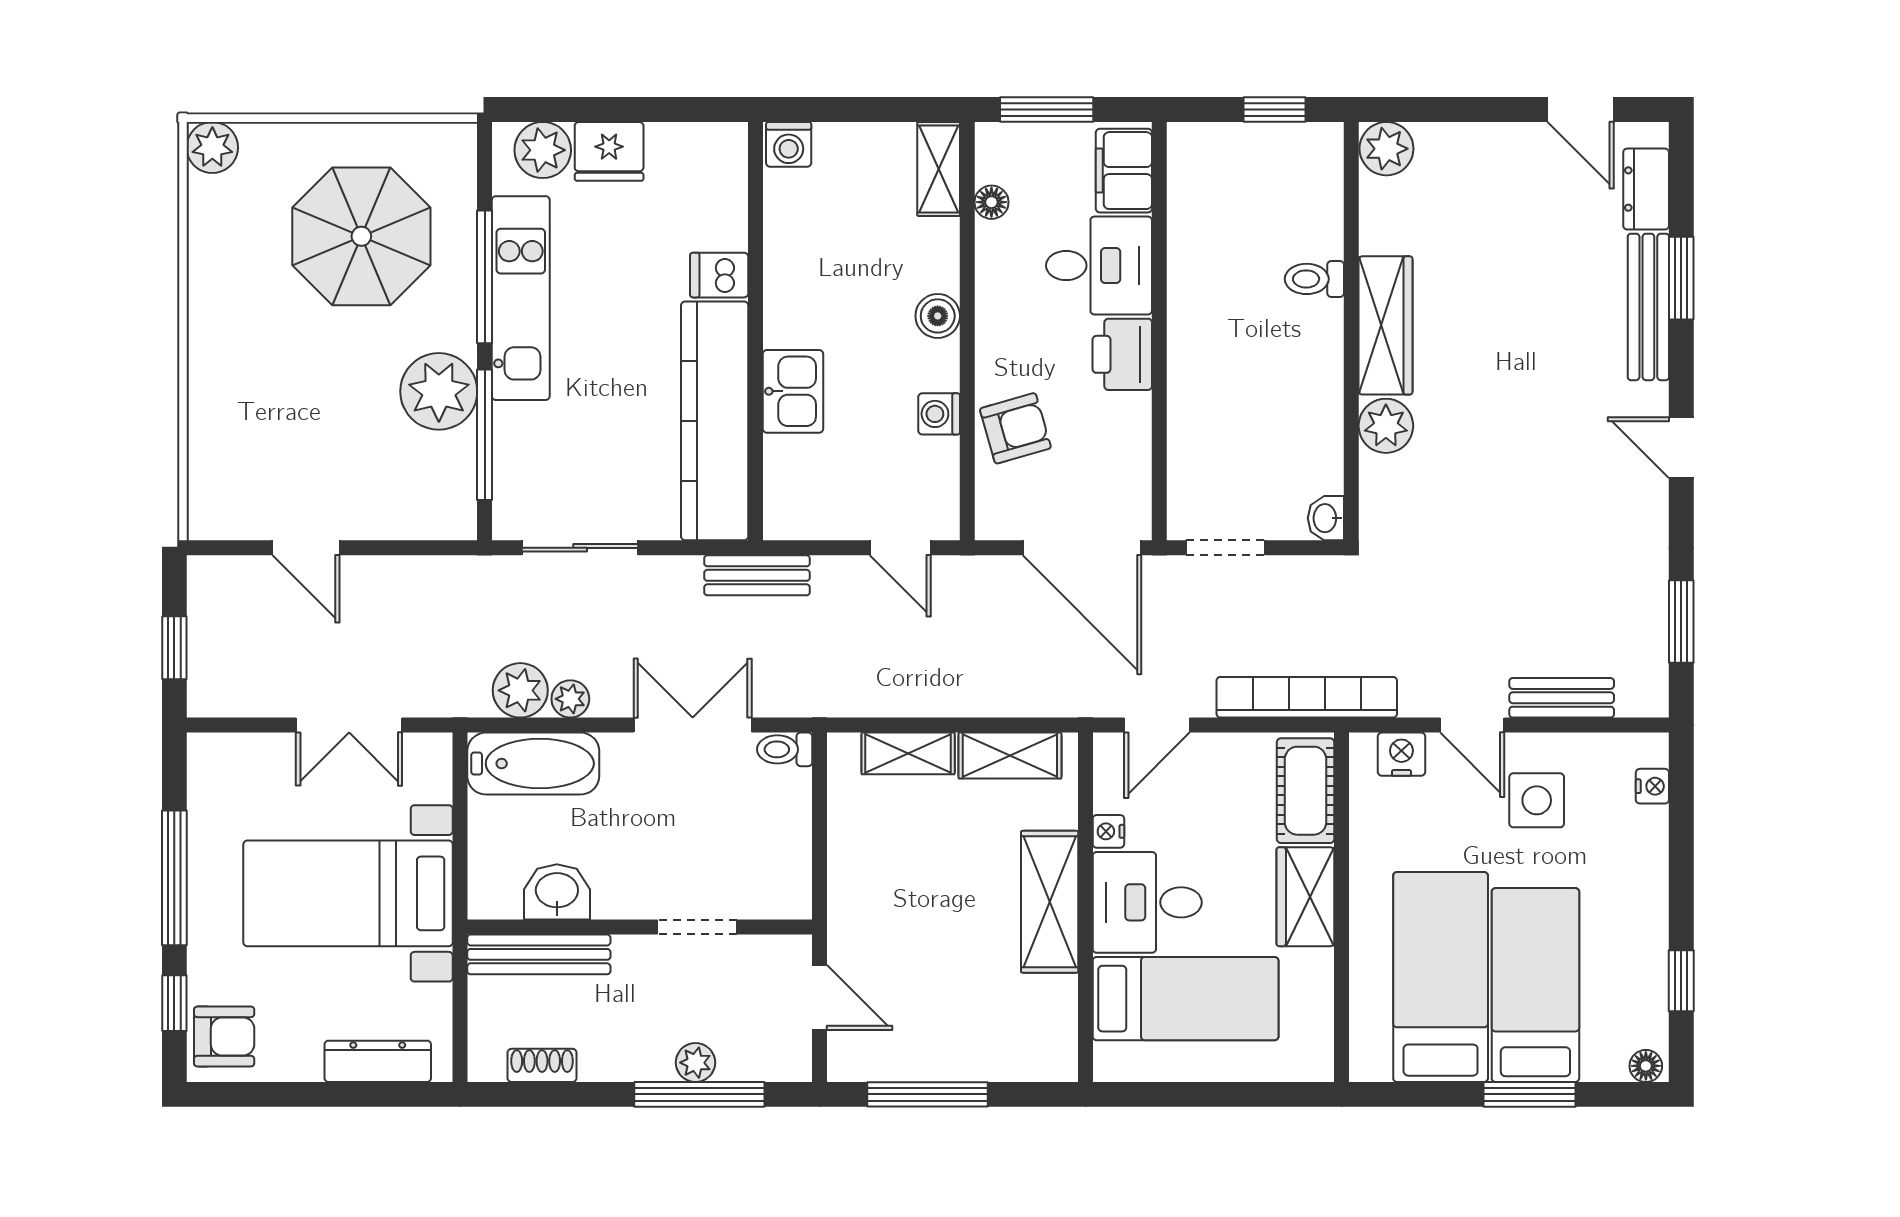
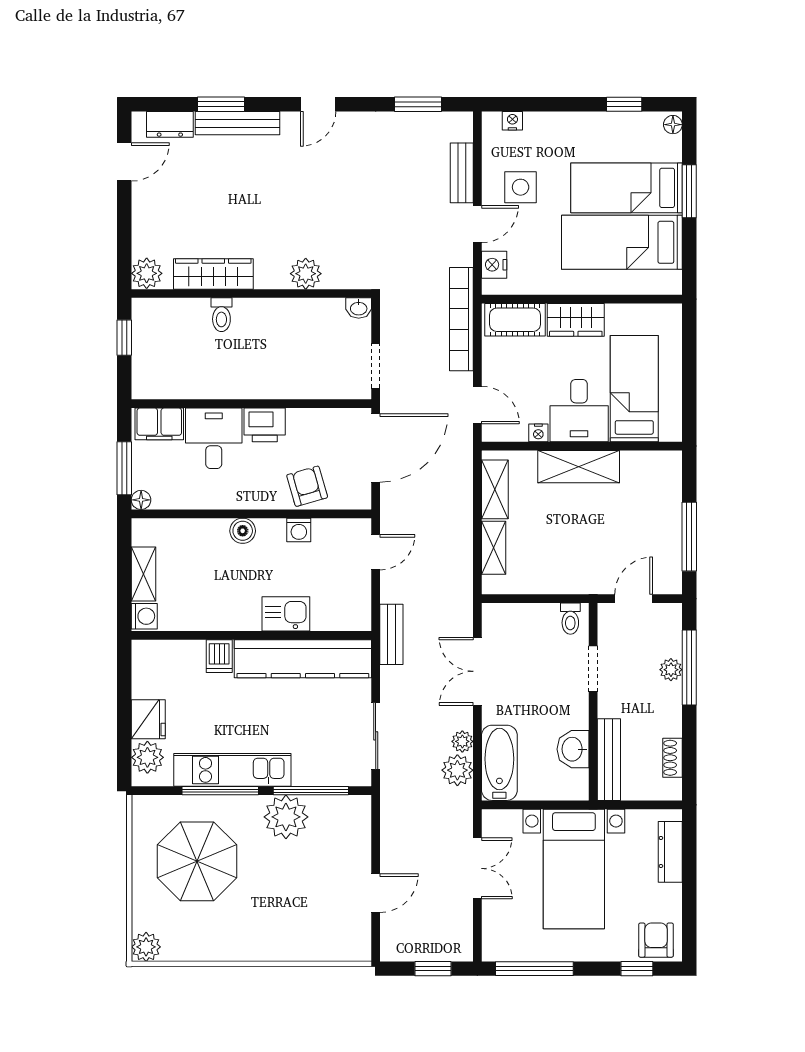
shelving: (939, 169) -> (143, 574), moved, turned 90
floor lamp: (991, 202) -> (141, 500), moved
wardrobe: (1385, 325) -> (213, 274), moved
toilet: (785, 749) -> (570, 619), moved
window: (174, 878) -> (534, 969), moved

